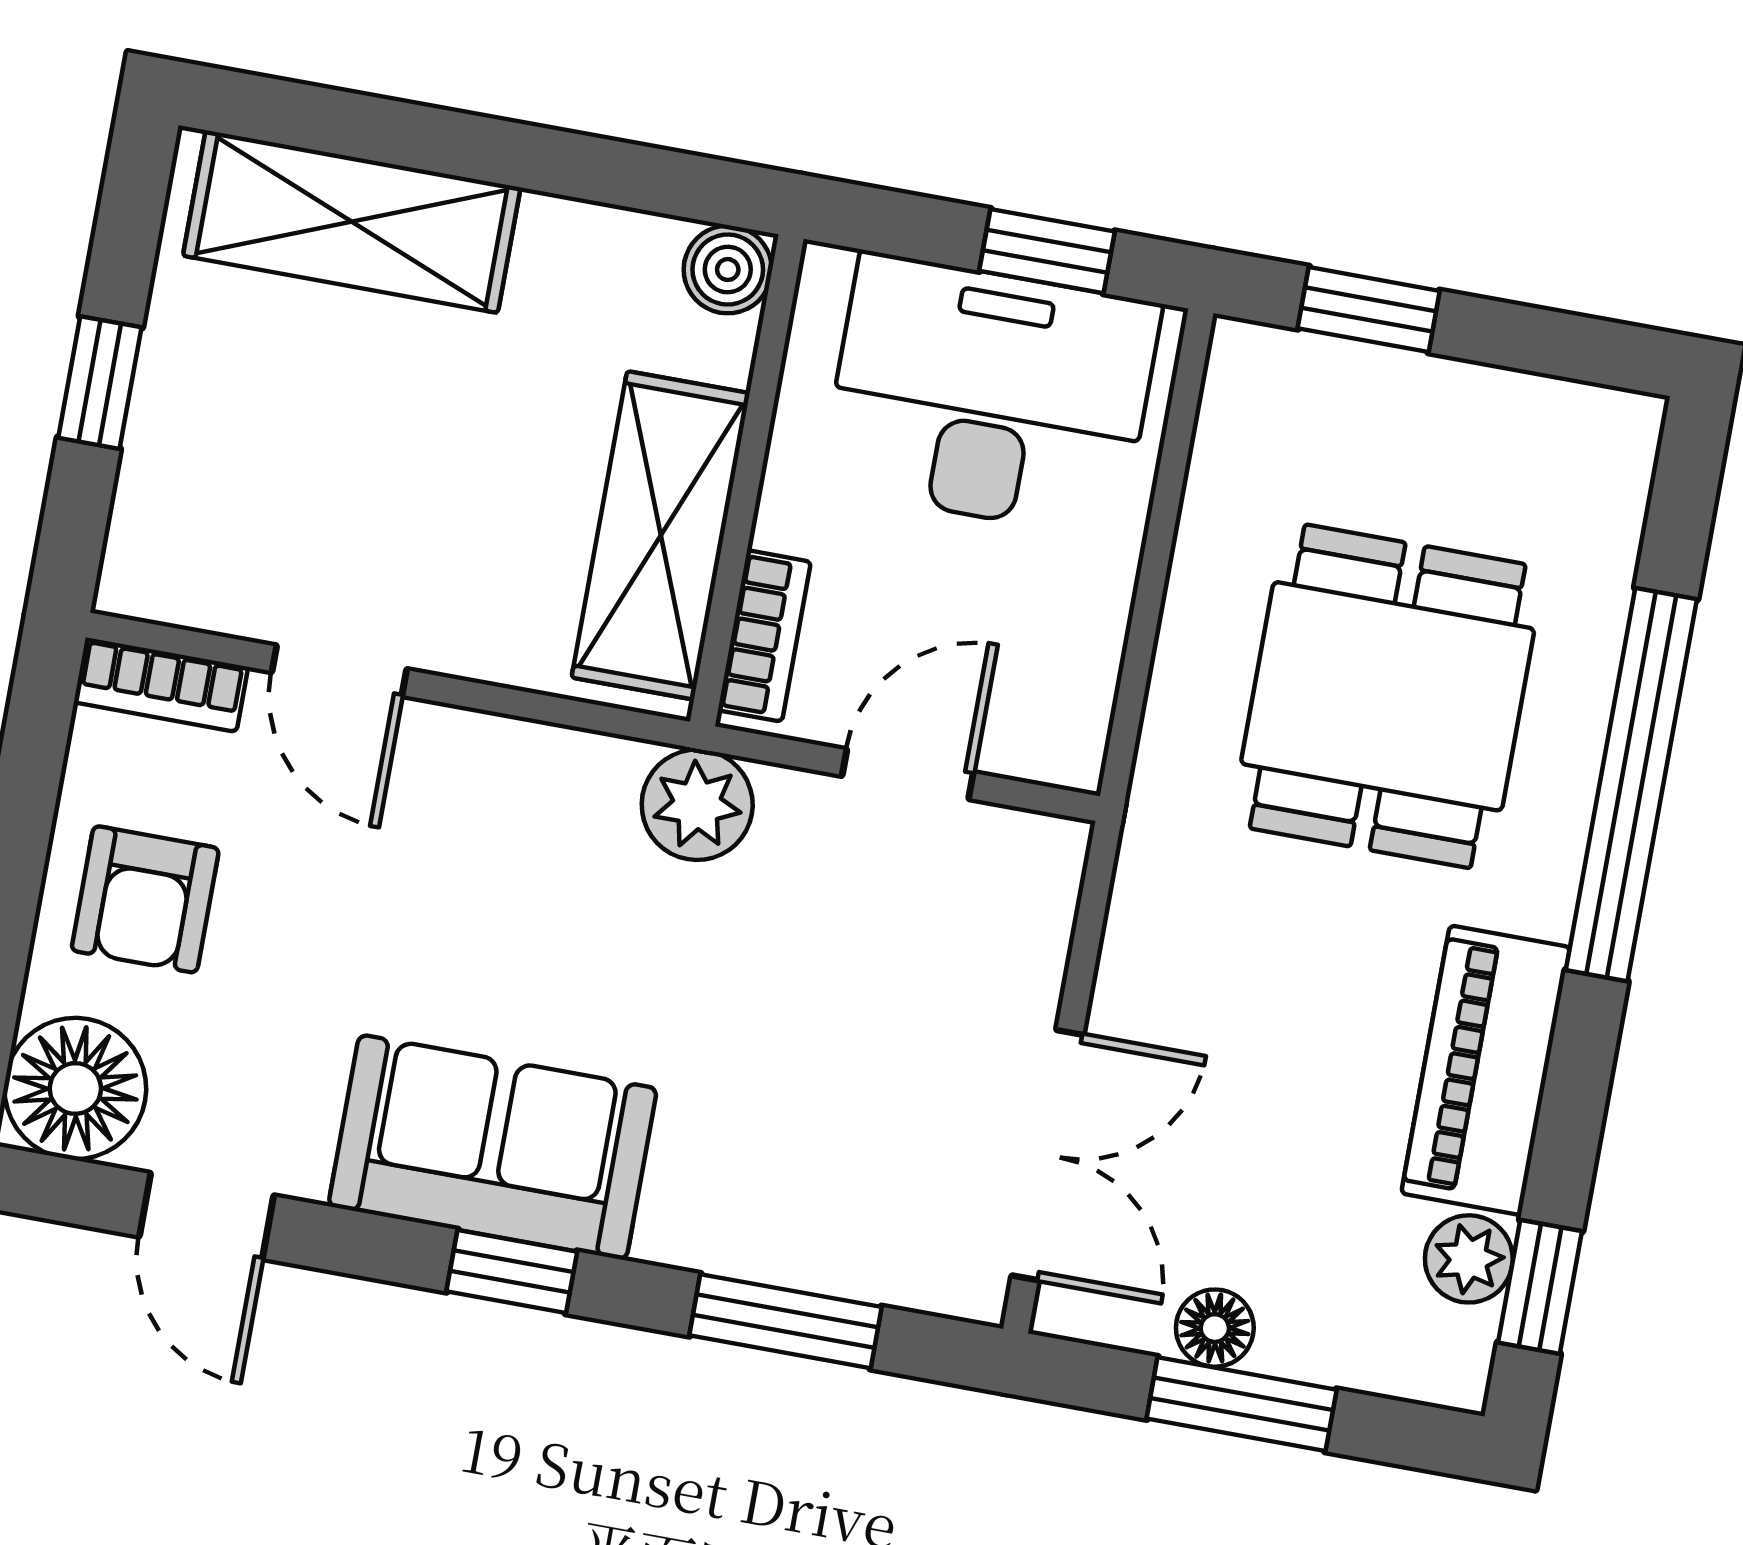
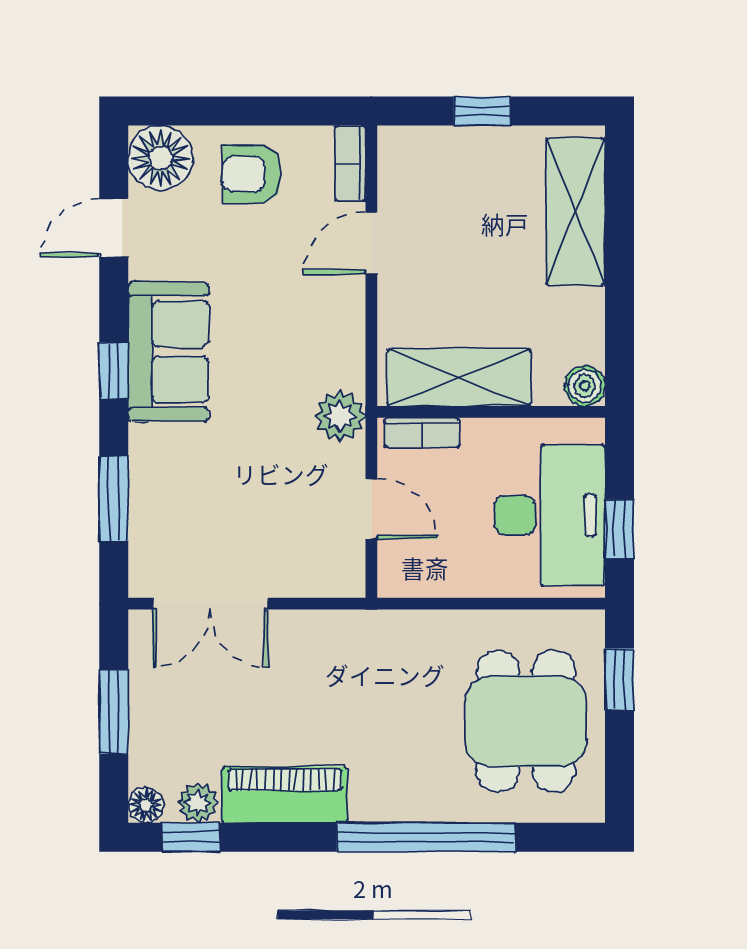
dining table: (1388, 696) -> (526, 721), moved, turned 90
floor lamp: (1215, 1328) -> (146, 805), moved

